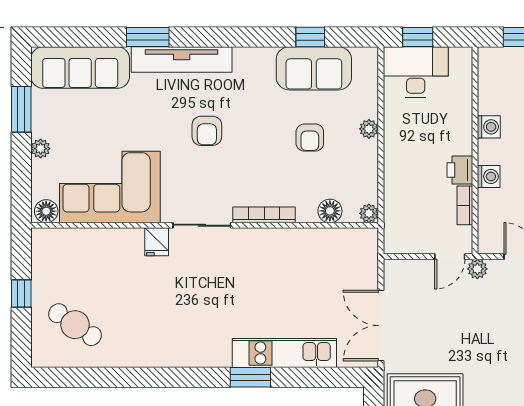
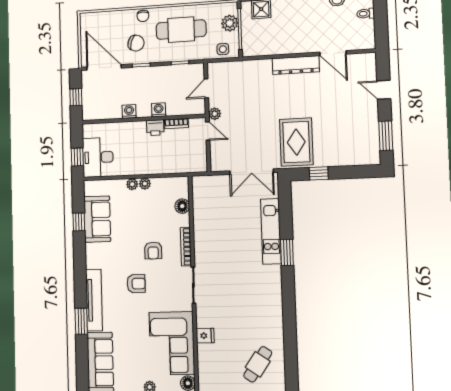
armchair: (310, 138) -> (153, 251), moved, turned 90
plant: (369, 213) -> (145, 184), moved
fridge: (157, 242) -> (205, 336), moved

